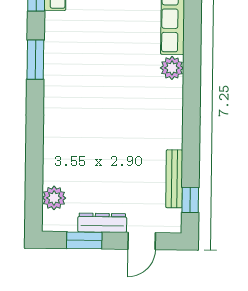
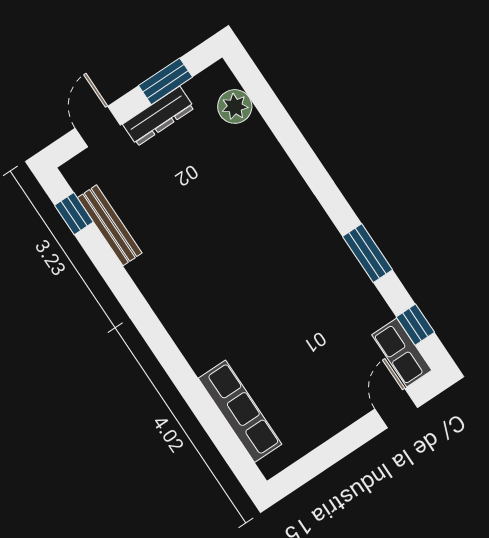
plant: (172, 68) -> (201, 353), removed

